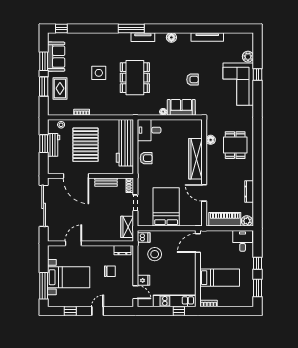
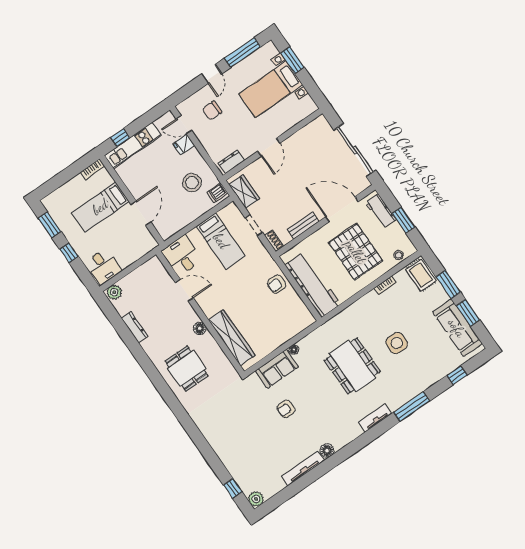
window: (61, 28) -> (457, 375), moved
window: (131, 28) -> (412, 407), moved
floor lamp: (171, 37) -> (327, 451), moved
sofa: (56, 57) -> (457, 328), width x1.36
plant: (248, 57) -> (256, 499), moved
window: (257, 75) -> (233, 488), moved
corner sofa: (238, 84) -> (231, 440), removed
rug: (60, 88) -> (421, 275), moved
desk: (149, 130) -> (182, 256), moved, turned -90
floor lamp: (211, 140) -> (200, 328), moved
workbench: (54, 145) -> (381, 211), moved
wardrobe: (195, 159) -> (232, 338), moved
bed: (166, 207) -> (221, 241), width x0.67
piano: (225, 219) -> (140, 277), removed
door: (73, 243) -> (269, 147), moved
door: (198, 243) -> (141, 213), moved
chair: (110, 271) -> (212, 111), moved
window: (44, 286) -> (292, 60), width x0.69
window: (70, 311) -> (243, 52), width x2.17

